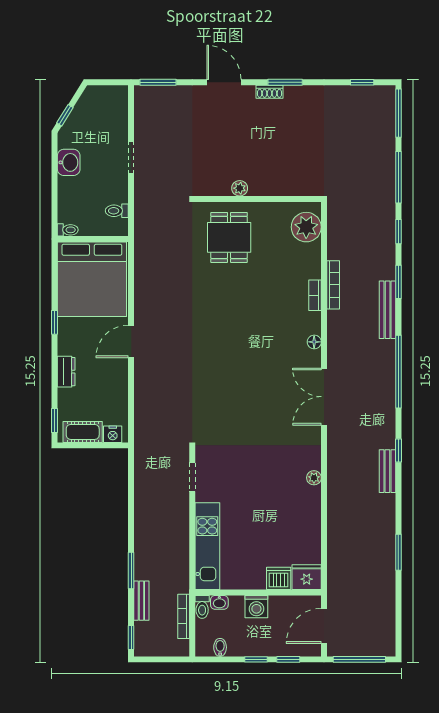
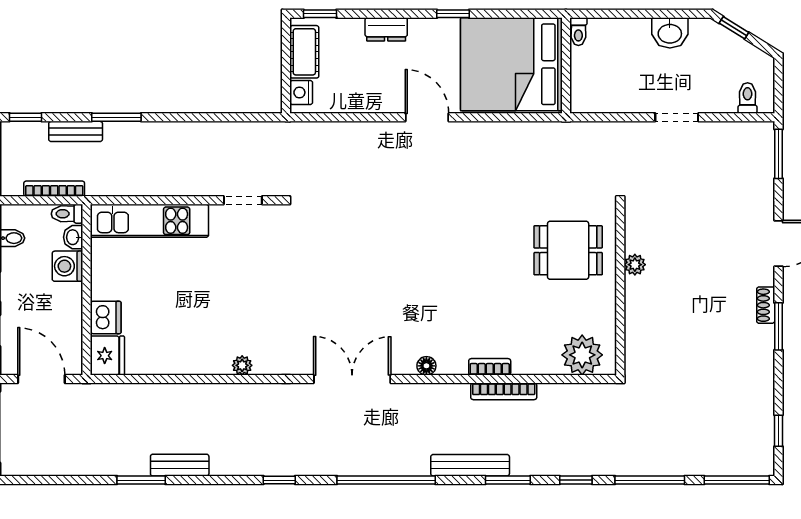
toilet: (117, 211) -> (748, 98), moved
bench: (387, 471) -> (180, 465), moved
washing machine: (256, 607) -> (67, 266), moved

